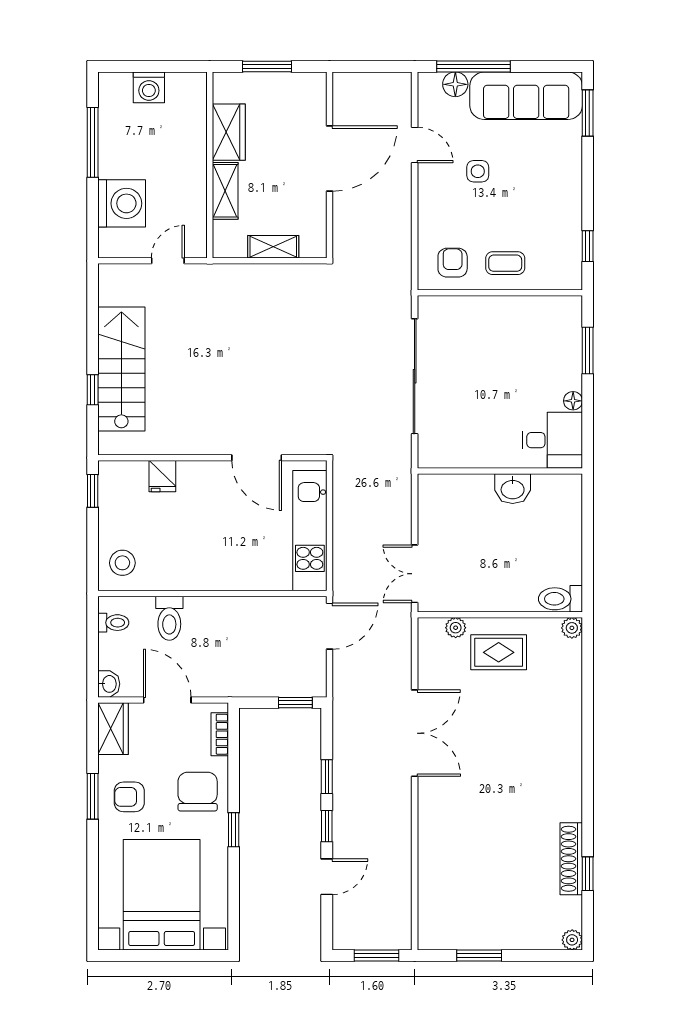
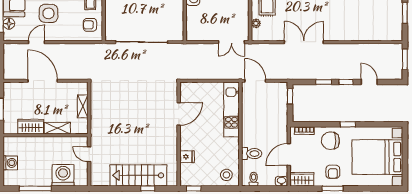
side table: (478, 171) -> (48, 13), width x1.87, depth x1.87
kitchen unit: (310, 531) -> (231, 110), moved, turned 90

